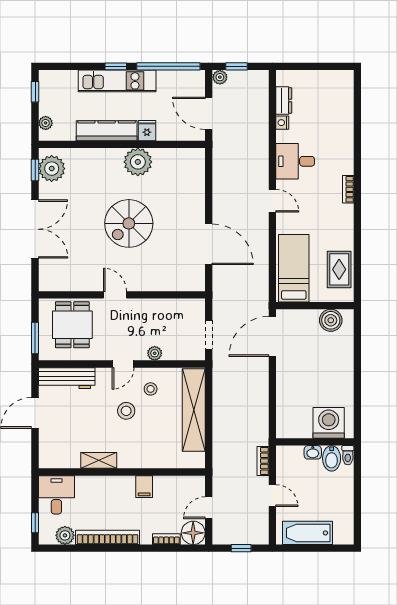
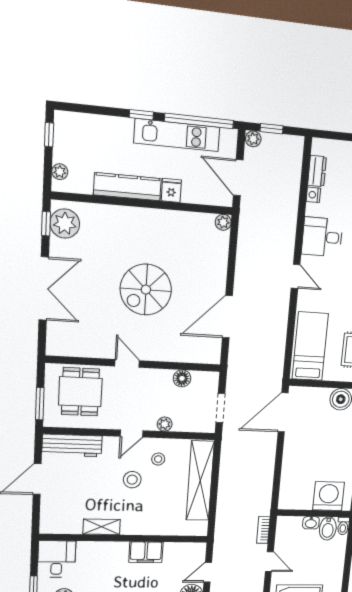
kitchen unit: (117, 81) -> (177, 135), moved
plant: (138, 162) -> (223, 222), moved, width x0.53, depth x0.53
door: (209, 244) -> (227, 317), swing flipped
floor lamp: (169, 307) -> (182, 378), added
filing cabinet: (144, 487) -> (146, 552), width x2.00

